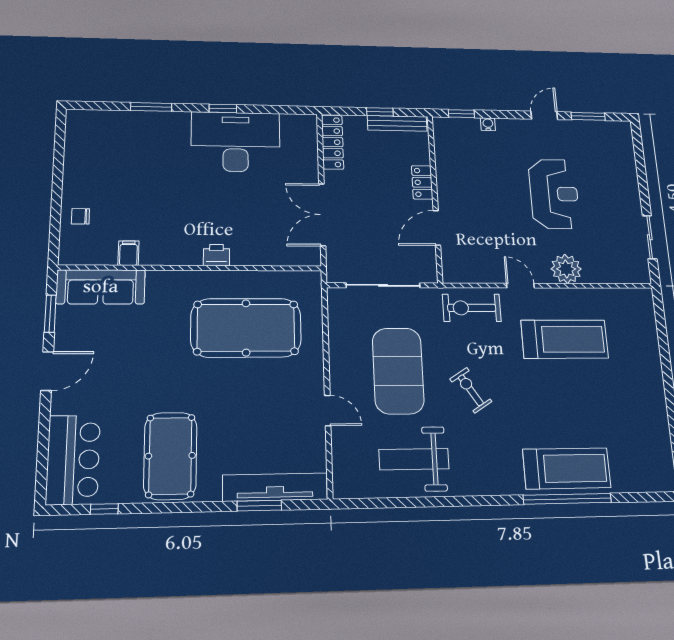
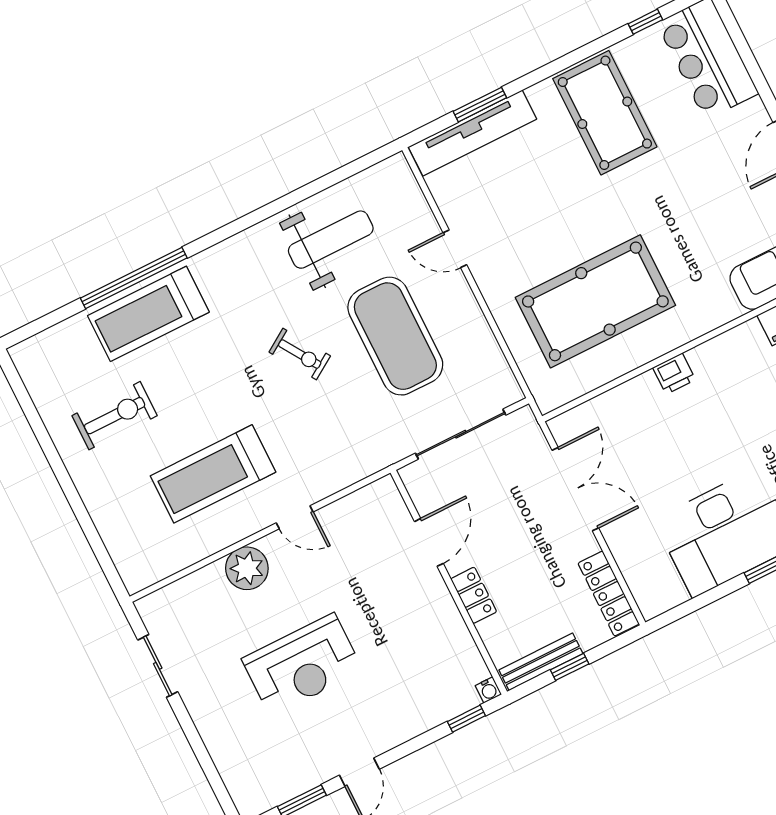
water cooler: (488, 124) -> (488, 690), moved
reception desk: (554, 194) -> (302, 665), turned -90
exercise bike: (472, 308) -> (115, 416), moved

